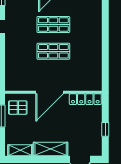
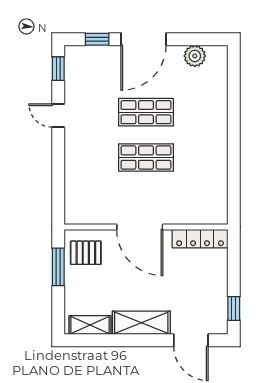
door: (50, 92) -> (140, 227), hinge flipped
window: (105, 129) -> (234, 308), moved

